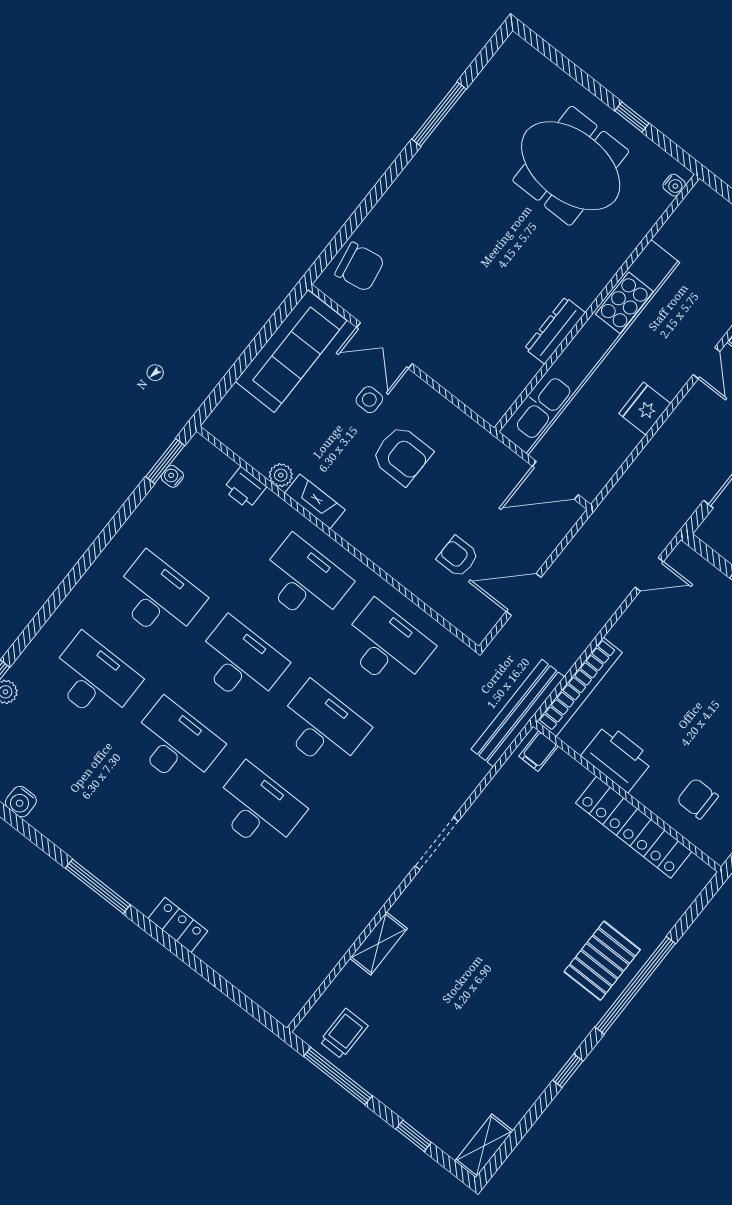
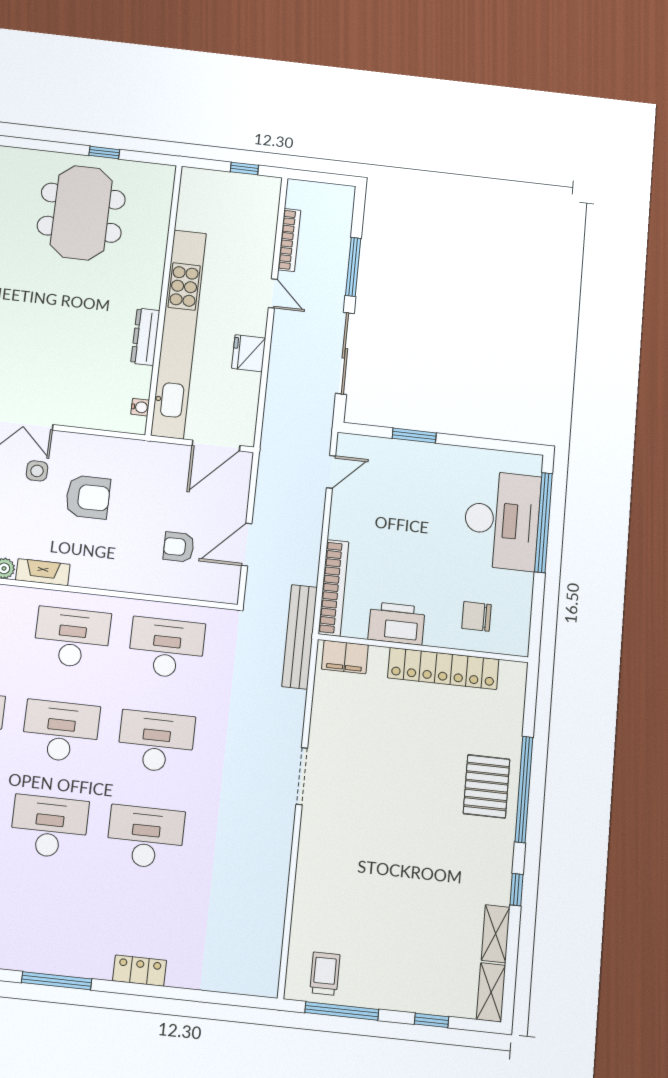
meeting table: (571, 166) -> (81, 213), turned 90
water cooler: (674, 185) -> (140, 407), moved
filing cabinet: (538, 751) -> (345, 657), width x2.00
shelving: (378, 943) -> (496, 934), moved

